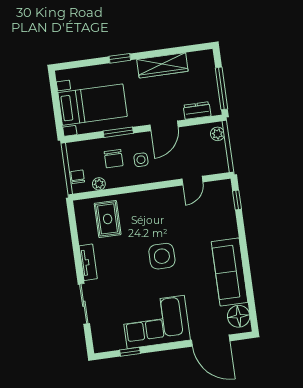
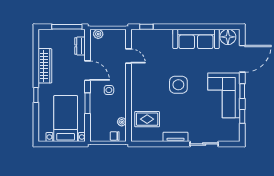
chair: (114, 159) -> (105, 109), removed
window: (165, 347) -> (242, 91), added

